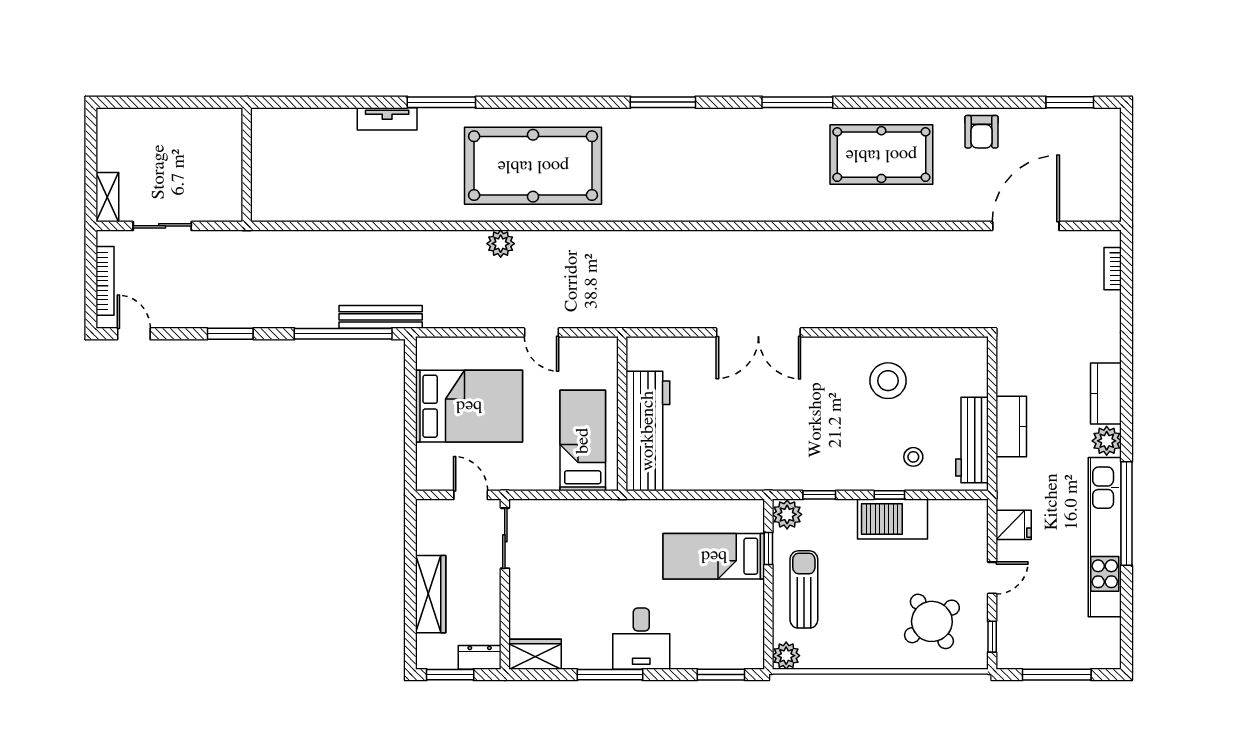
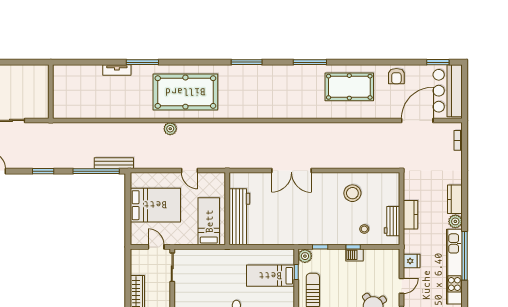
bar counter: (1090, 163) -> (448, 91), added
workbench: (972, 440) -> (392, 221), width x0.73
barbecue: (892, 519) -> (355, 255), width x0.53, depth x0.65

